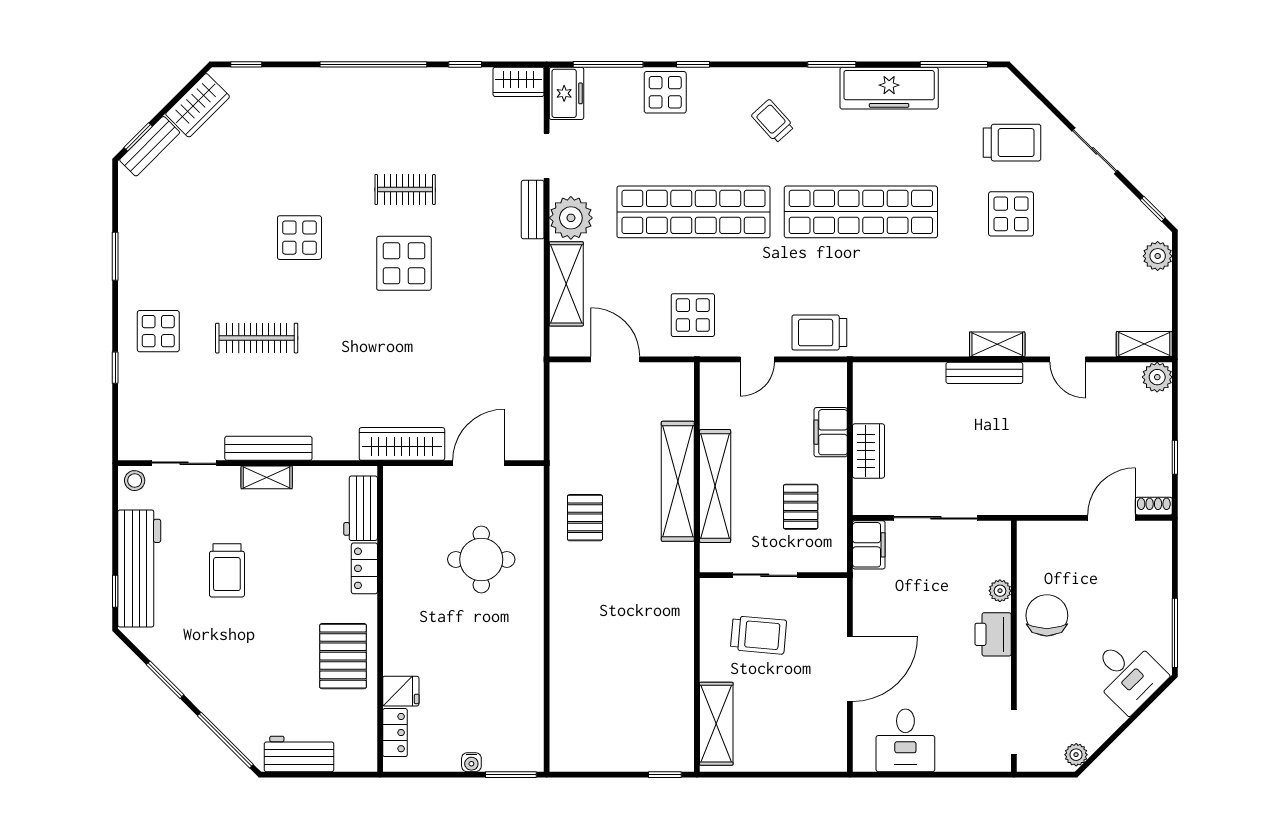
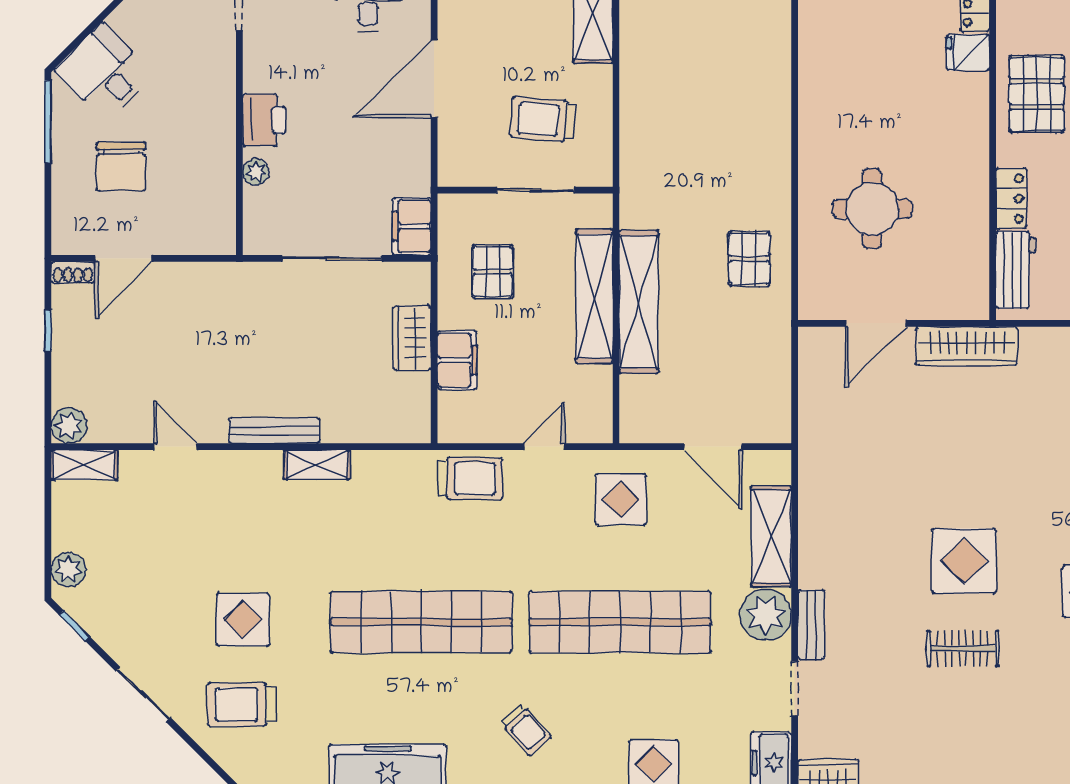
shelving: (997, 344) -> (317, 465), moved
chair: (1047, 615) -> (121, 167), moved

